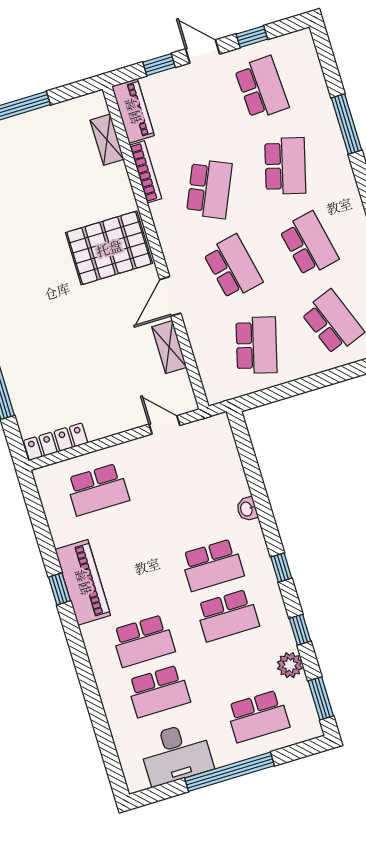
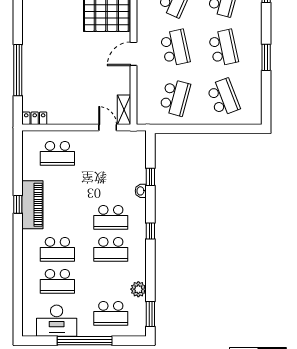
shelving: (169, 347) -> (124, 110), moved
locker: (56, 442) -> (35, 118), width x0.66
window: (300, 630) -> (150, 177), moved

